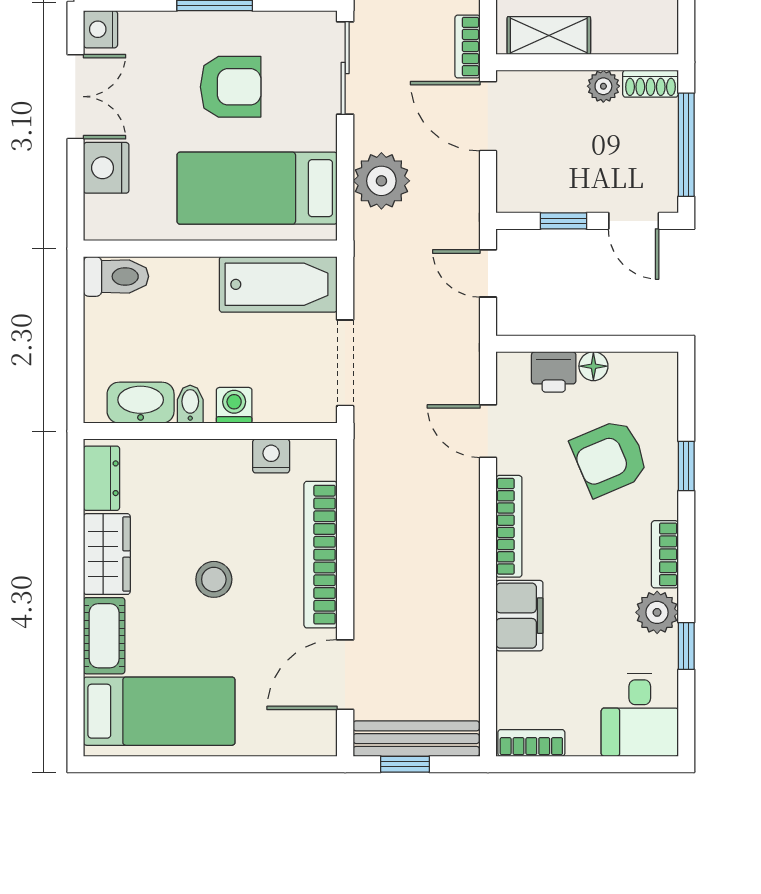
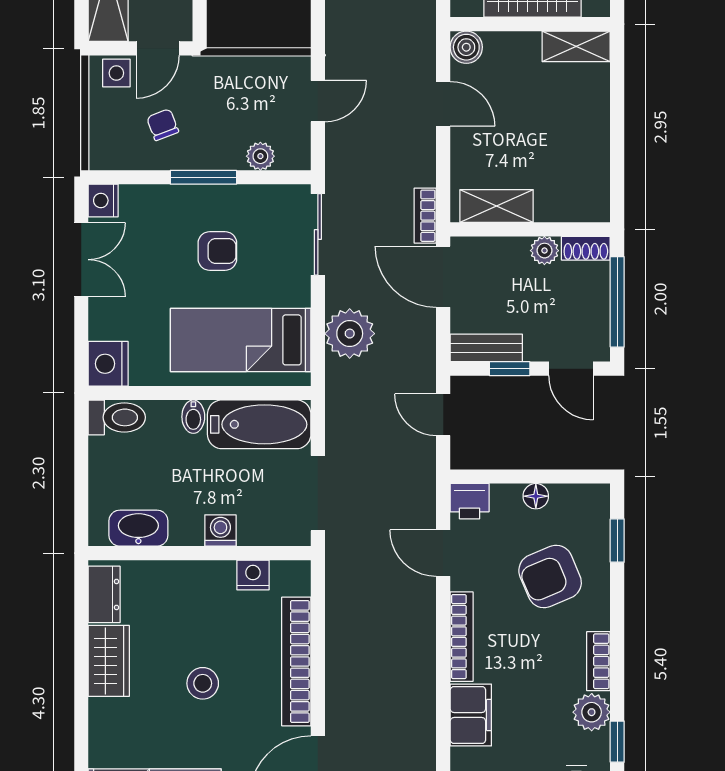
armchair: (231, 87) -> (217, 251), width x0.72, depth x0.72
nightstand: (106, 168) -> (108, 364), moved
bench: (537, 197) -> (486, 348), added
printer: (554, 372) -> (470, 501), moved
bidet: (190, 404) -> (193, 417), moved, turned 180
window: (686, 466) -> (617, 541), moved
cot: (104, 636) -> (106, 733), removed

